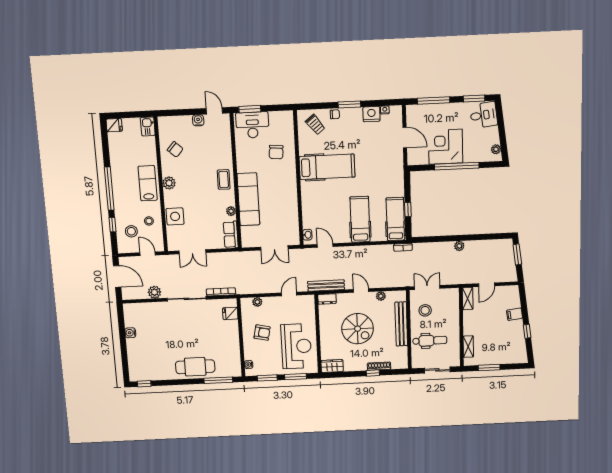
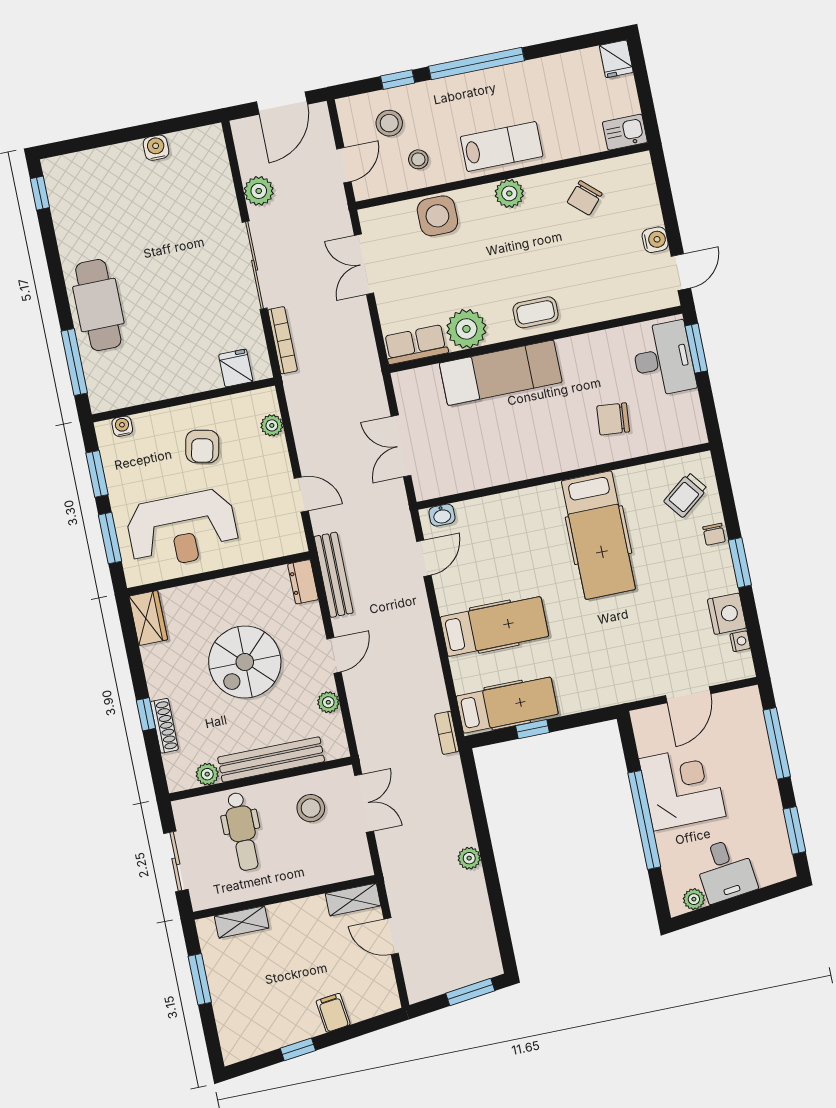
desk: (484, 115) -> (725, 870), moved
plant: (231, 211) -> (466, 329), width x1.88, depth x1.88
plant: (403, 351) -> (207, 774), added

